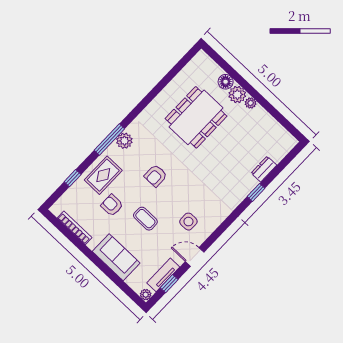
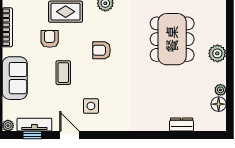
floor lamp: (226, 82) -> (219, 104), moved
plant: (251, 103) -> (220, 90), moved
dining table: (196, 117) -> (172, 39), turned 90
window: (256, 192) -> (159, 135), removed

